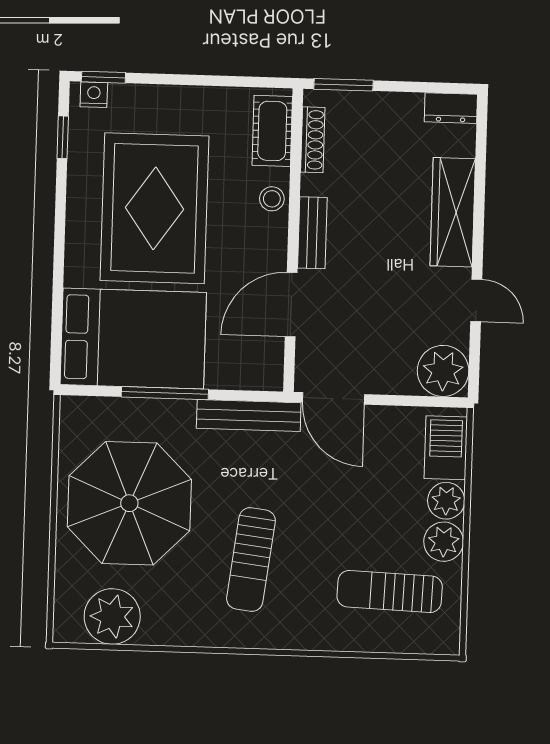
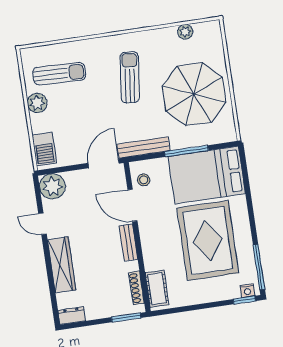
window: (63, 137) -> (259, 267), width x2.17
stool: (272, 199) -> (144, 180), moved
door: (291, 305) -> (132, 205), swing flipped
door: (333, 398) -> (104, 163), hinge flipped
plant: (446, 501) -> (39, 123), removed
plant: (112, 616) -> (185, 32), width x0.53, depth x0.53

